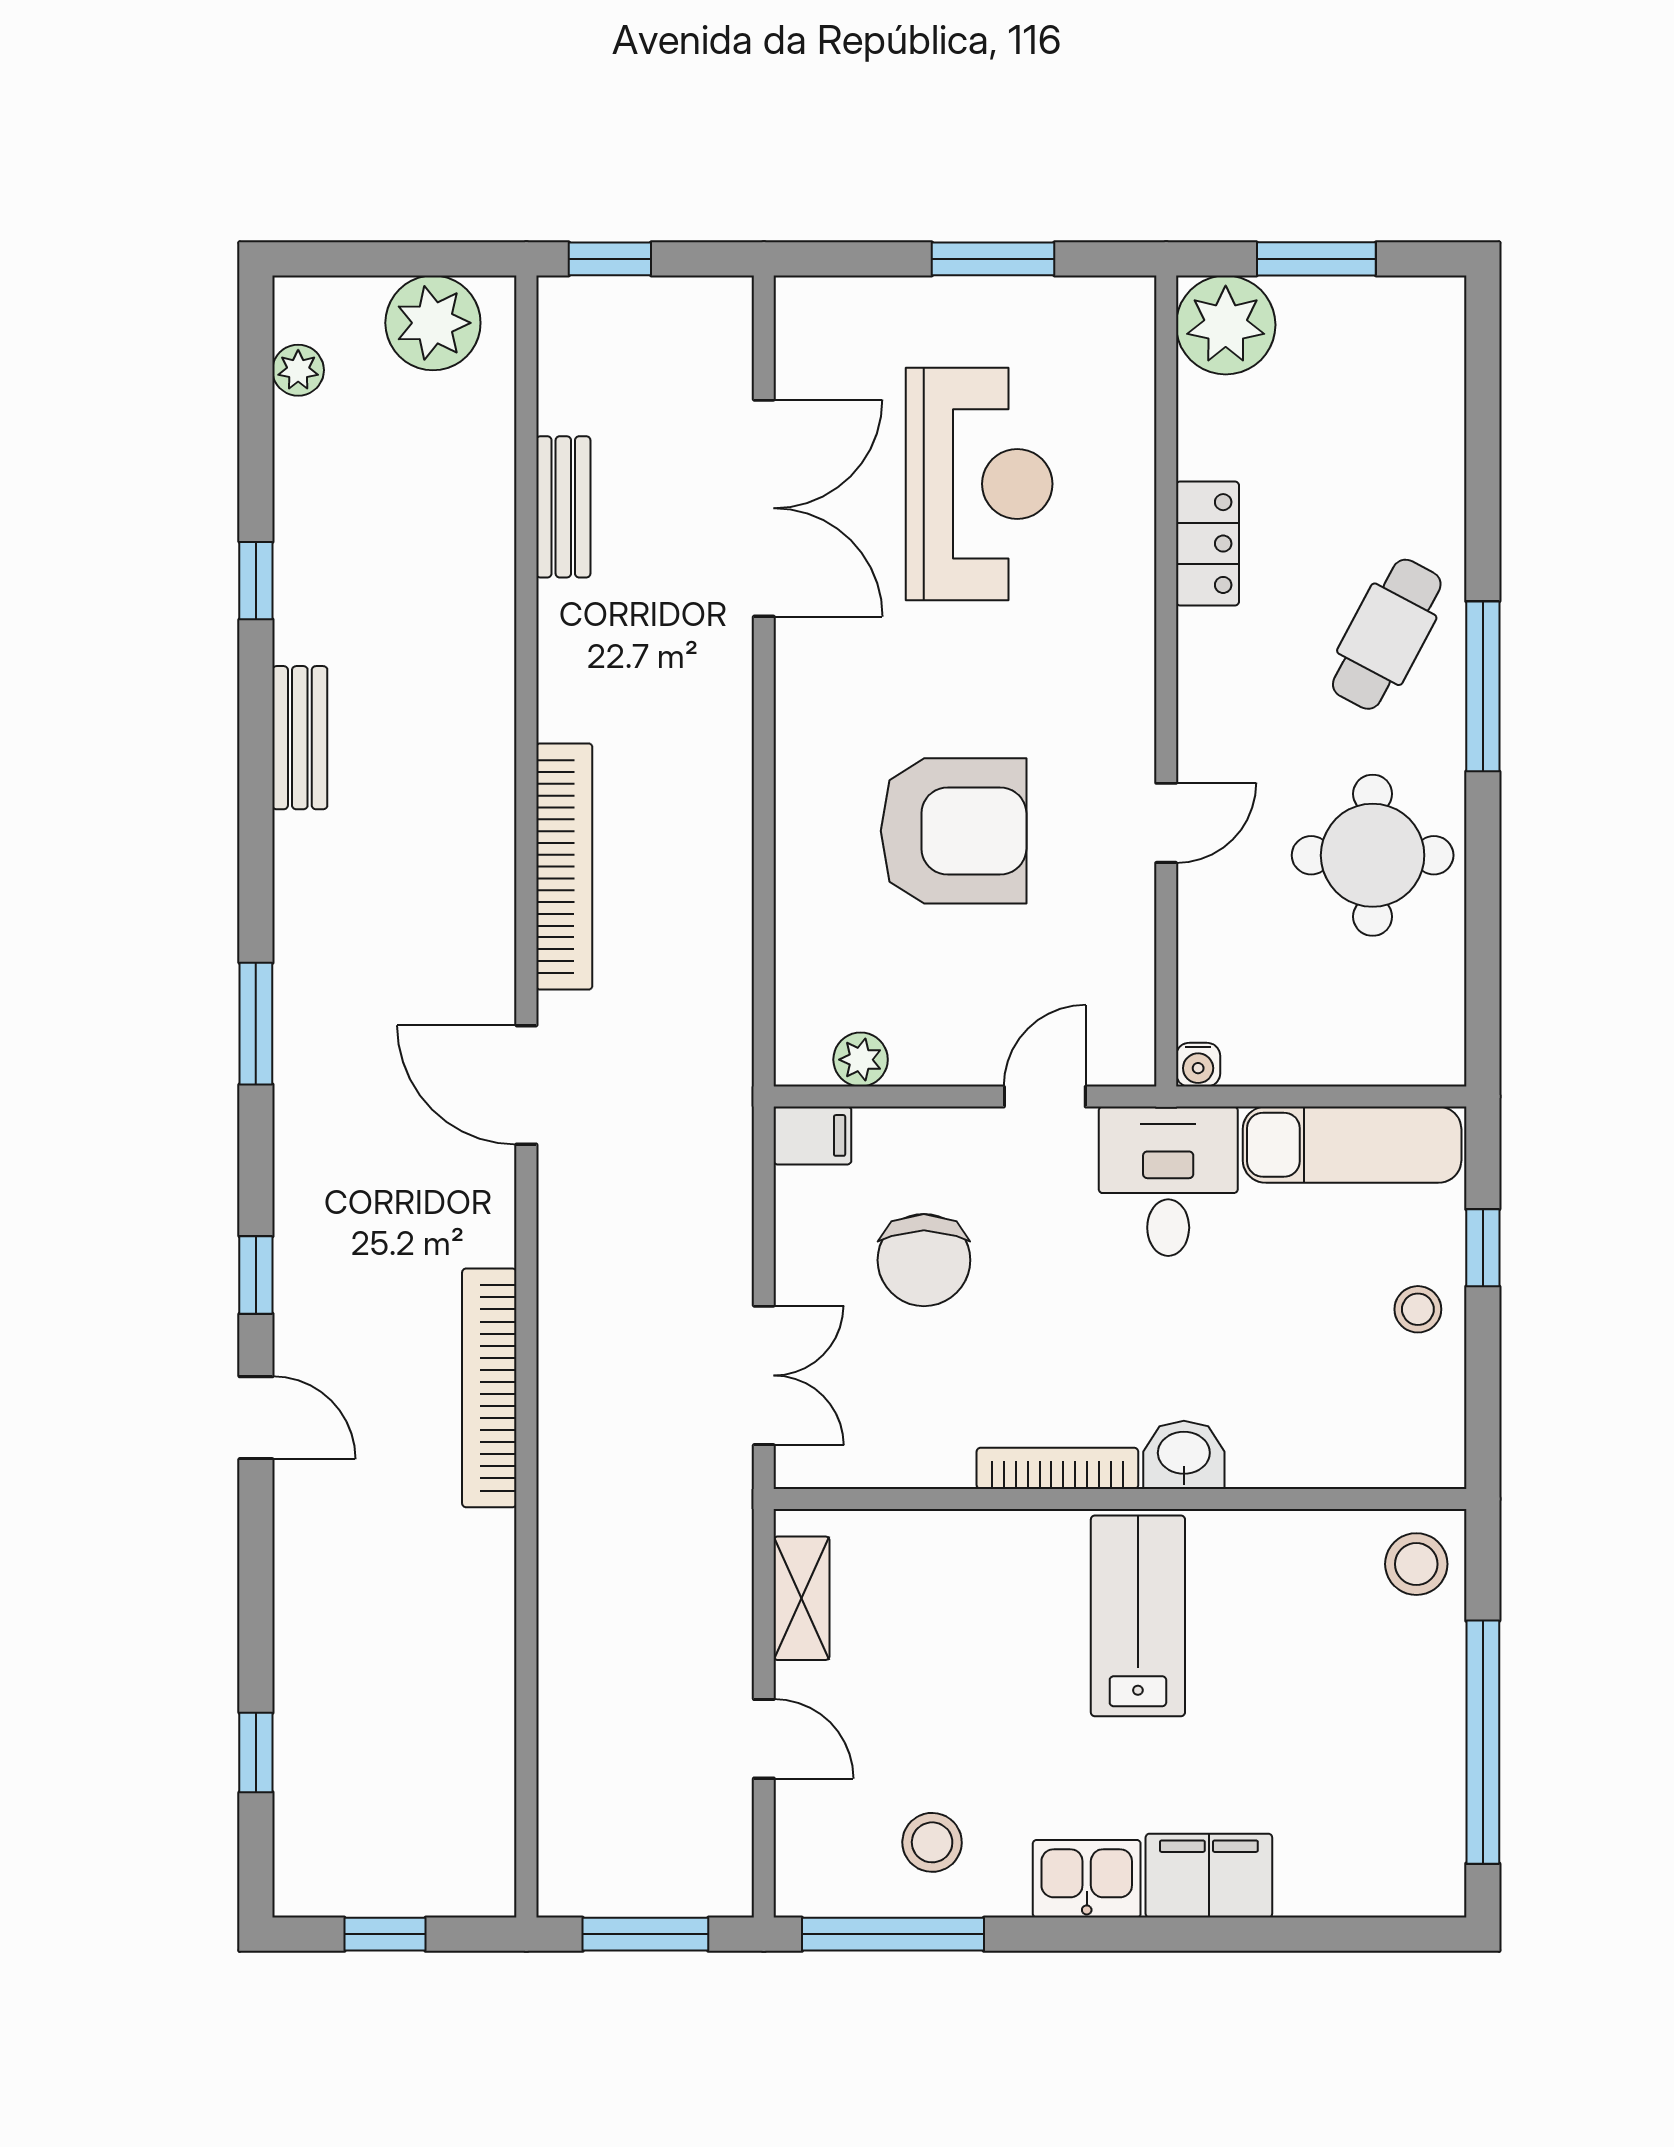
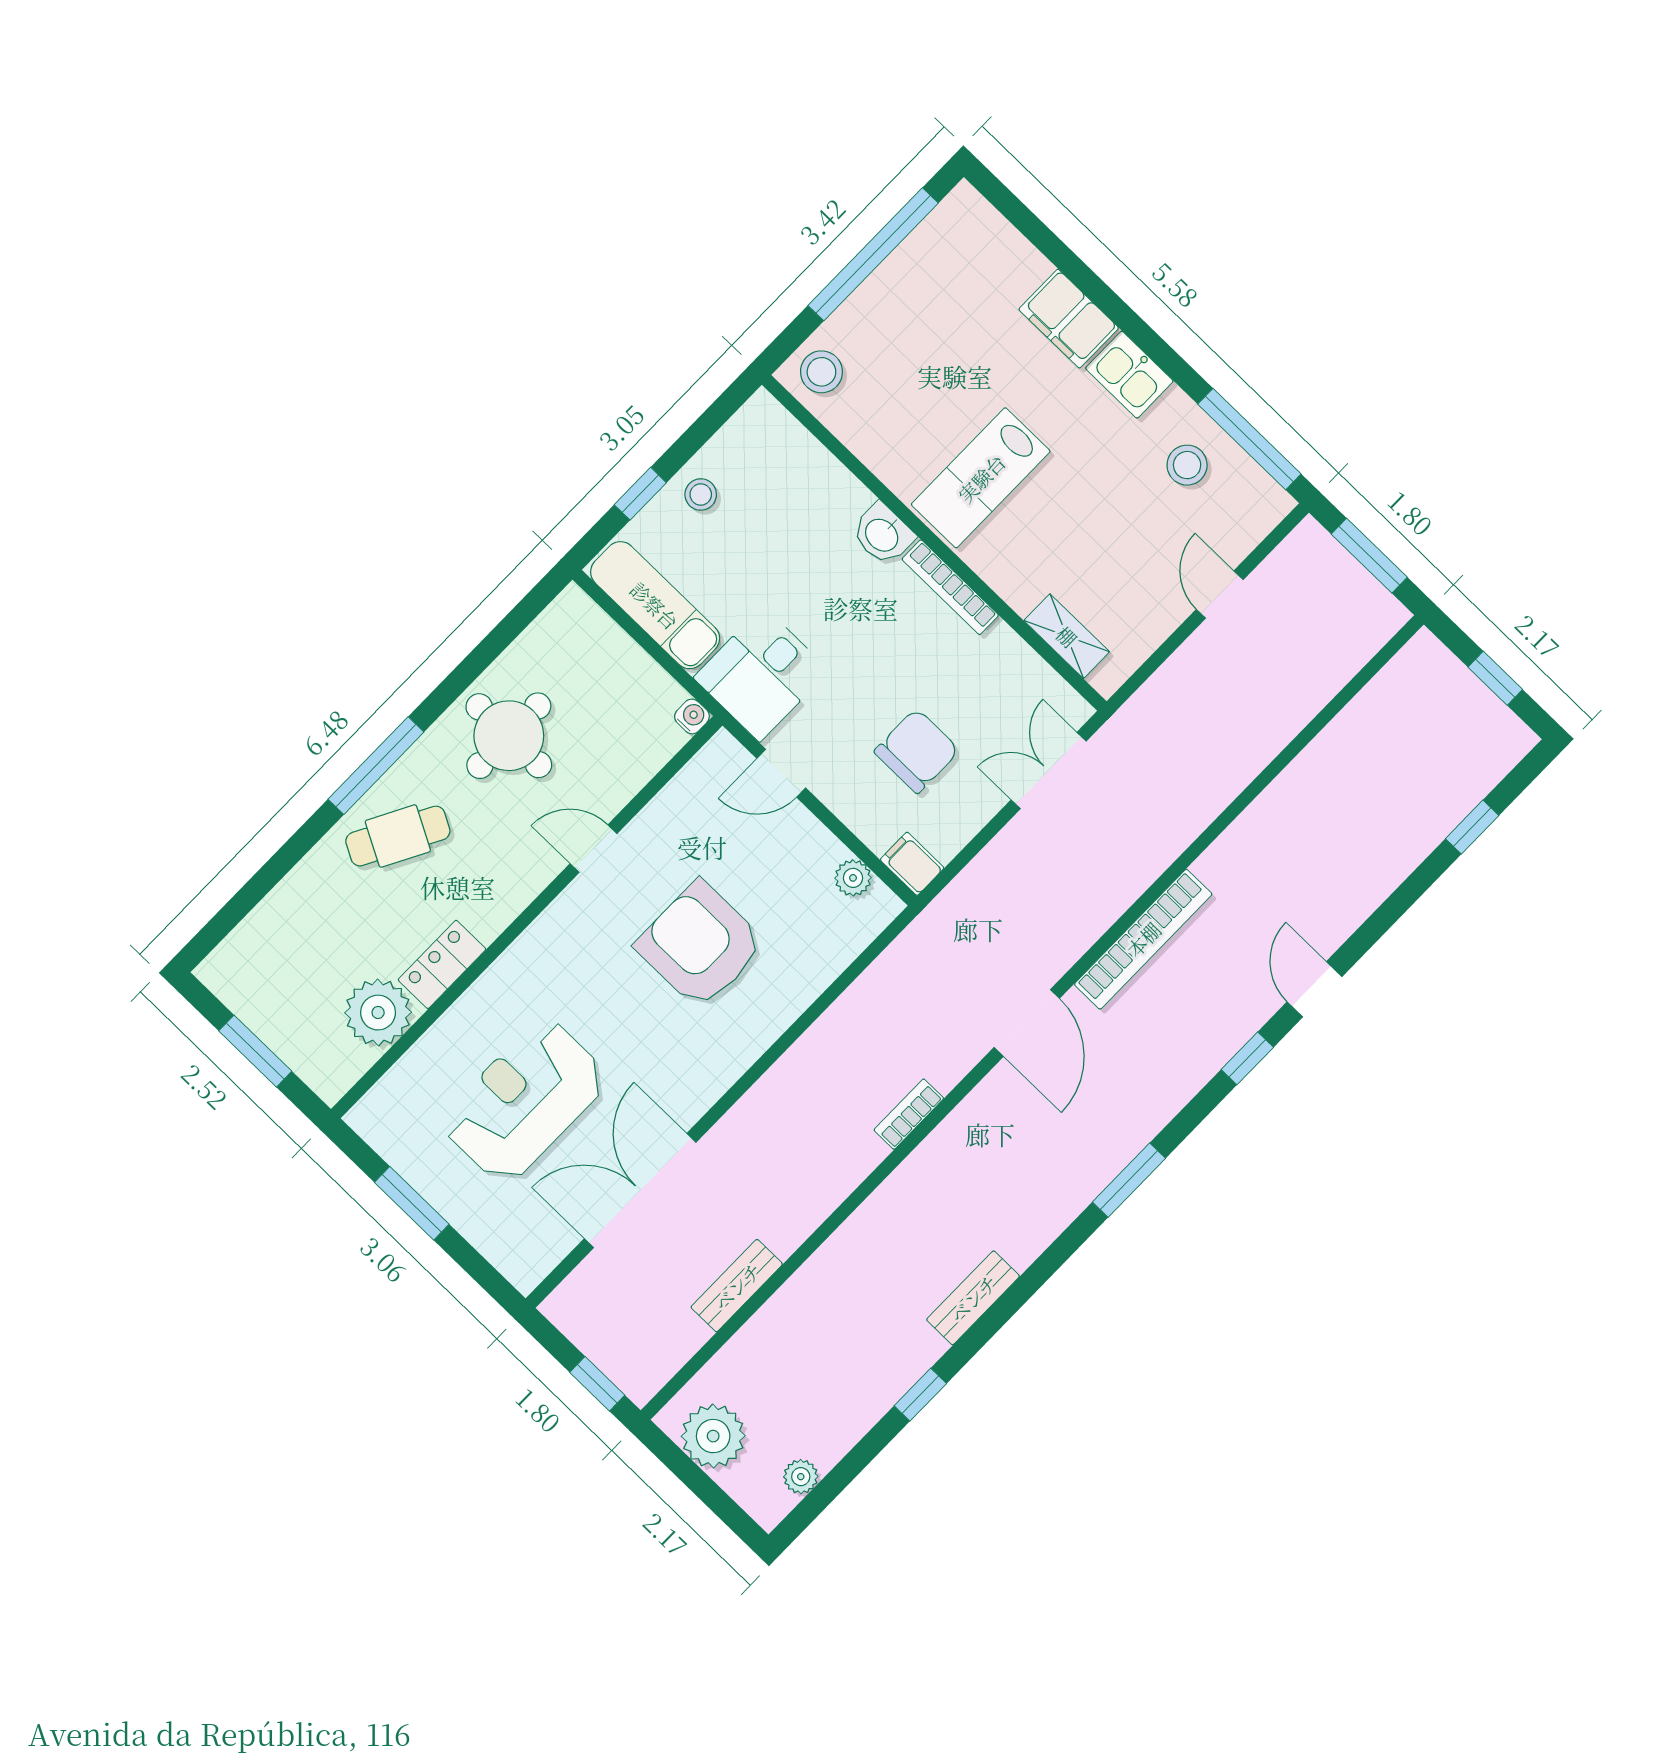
plant: (1226, 325) -> (378, 1013), moved
bookcase: (564, 866) -> (909, 1114), width x0.43, depth x0.76
bookcase: (489, 1388) -> (1143, 939), moved
shelving: (802, 1598) -> (1067, 636), moved, turned 90

